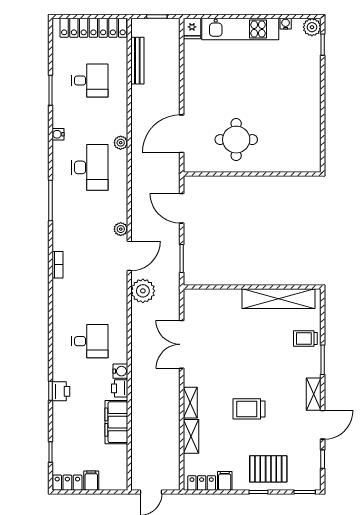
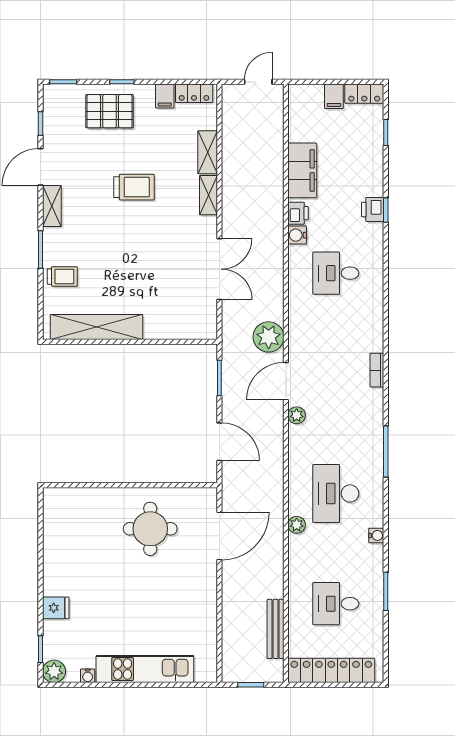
fridge: (192, 29) -> (56, 608), moved, turned 90

